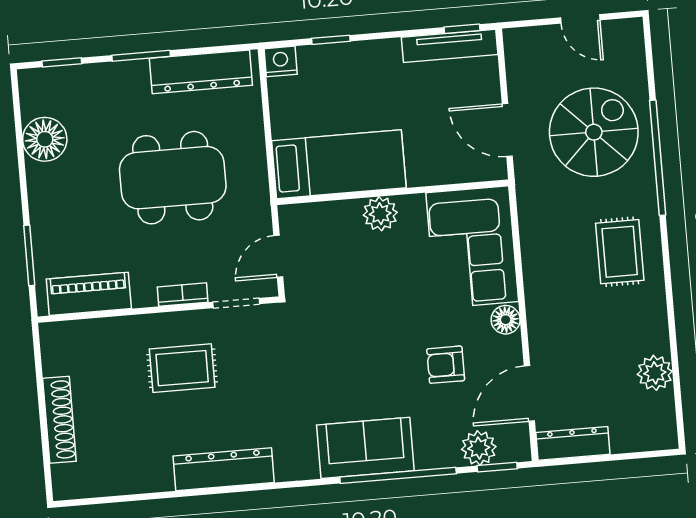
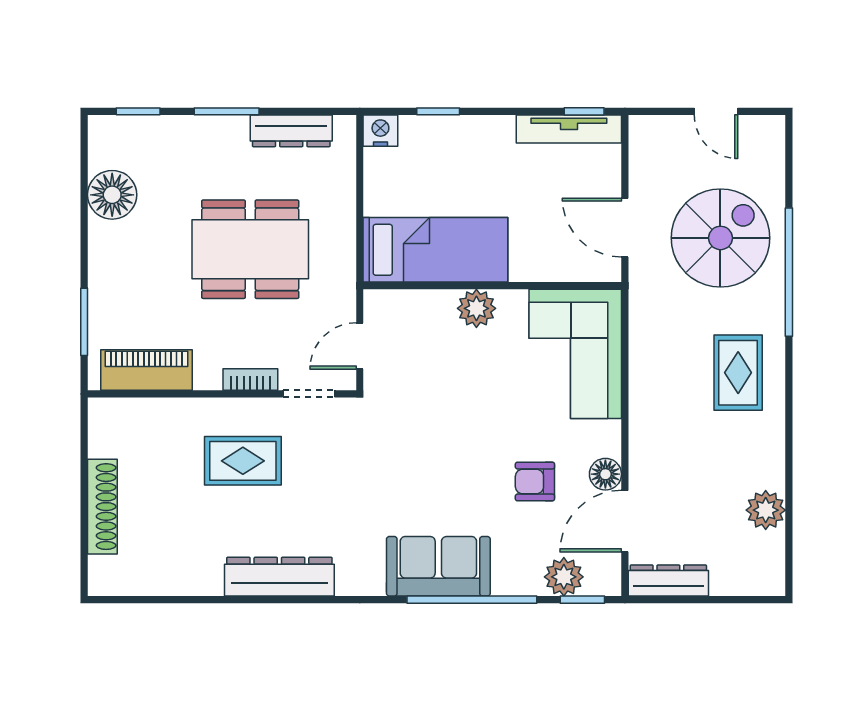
dresser: (201, 72) -> (291, 131), width x0.73, depth x0.80
floor lamp: (506, 320) -> (605, 474), moved

